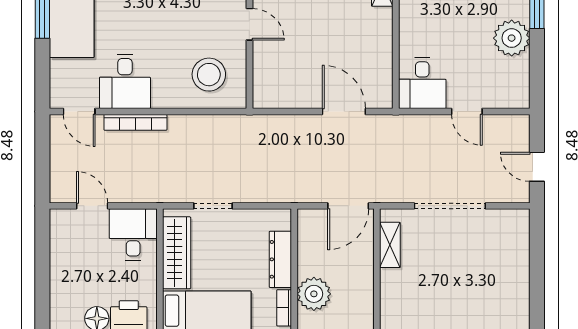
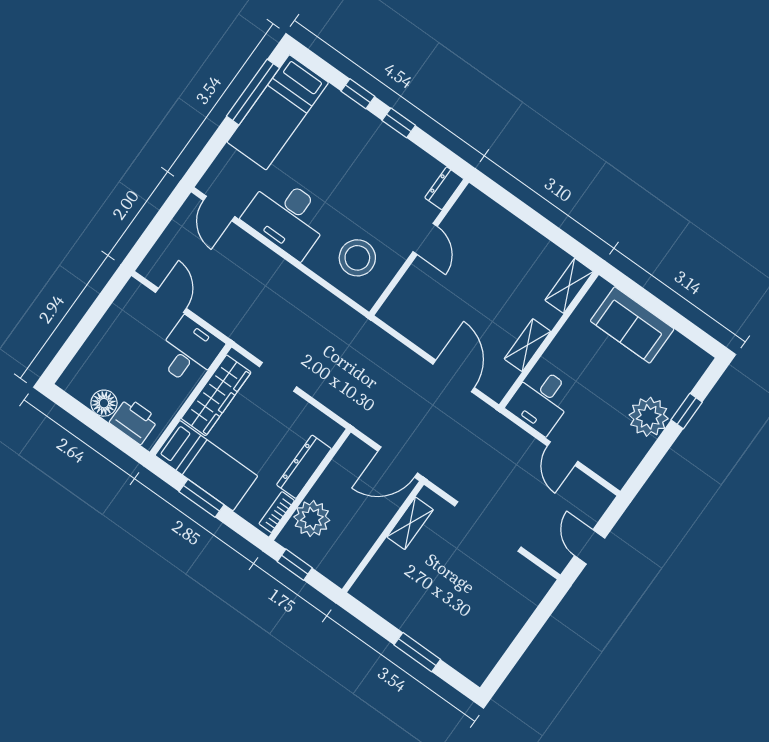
shelving: (383, 49) -> (527, 345), added
desk: (125, 81) -> (287, 217), width x1.37
bookcase: (135, 122) -> (262, 254), removed

